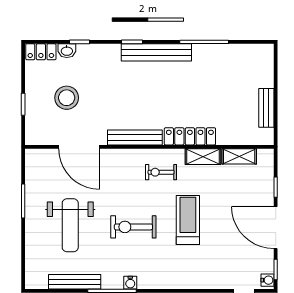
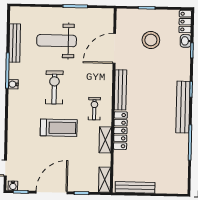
bench: (266, 108) -> (135, 187), width x1.36
shelving: (239, 156) -> (105, 180), moved

